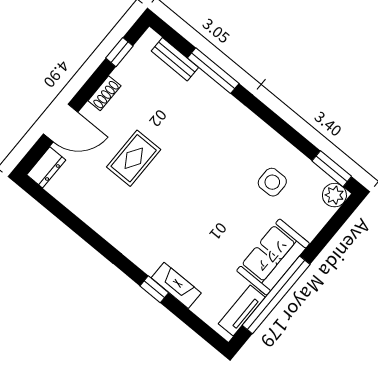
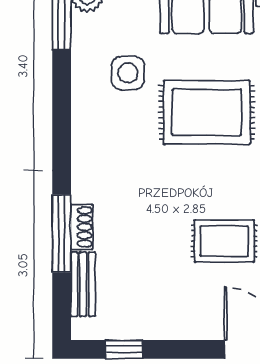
shoe rack: (104, 93) -> (82, 227), moved, turned 90
rug: (214, 208) -> (207, 112), added

